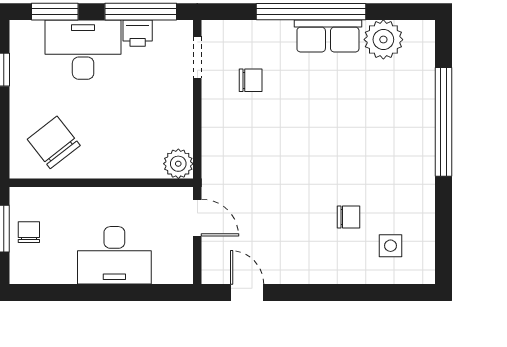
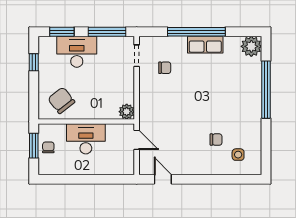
printer: (138, 33) -> (105, 43), removed
plant: (383, 40) -> (251, 46), moved
desk: (114, 255) -> (86, 139), moved, turned 180

